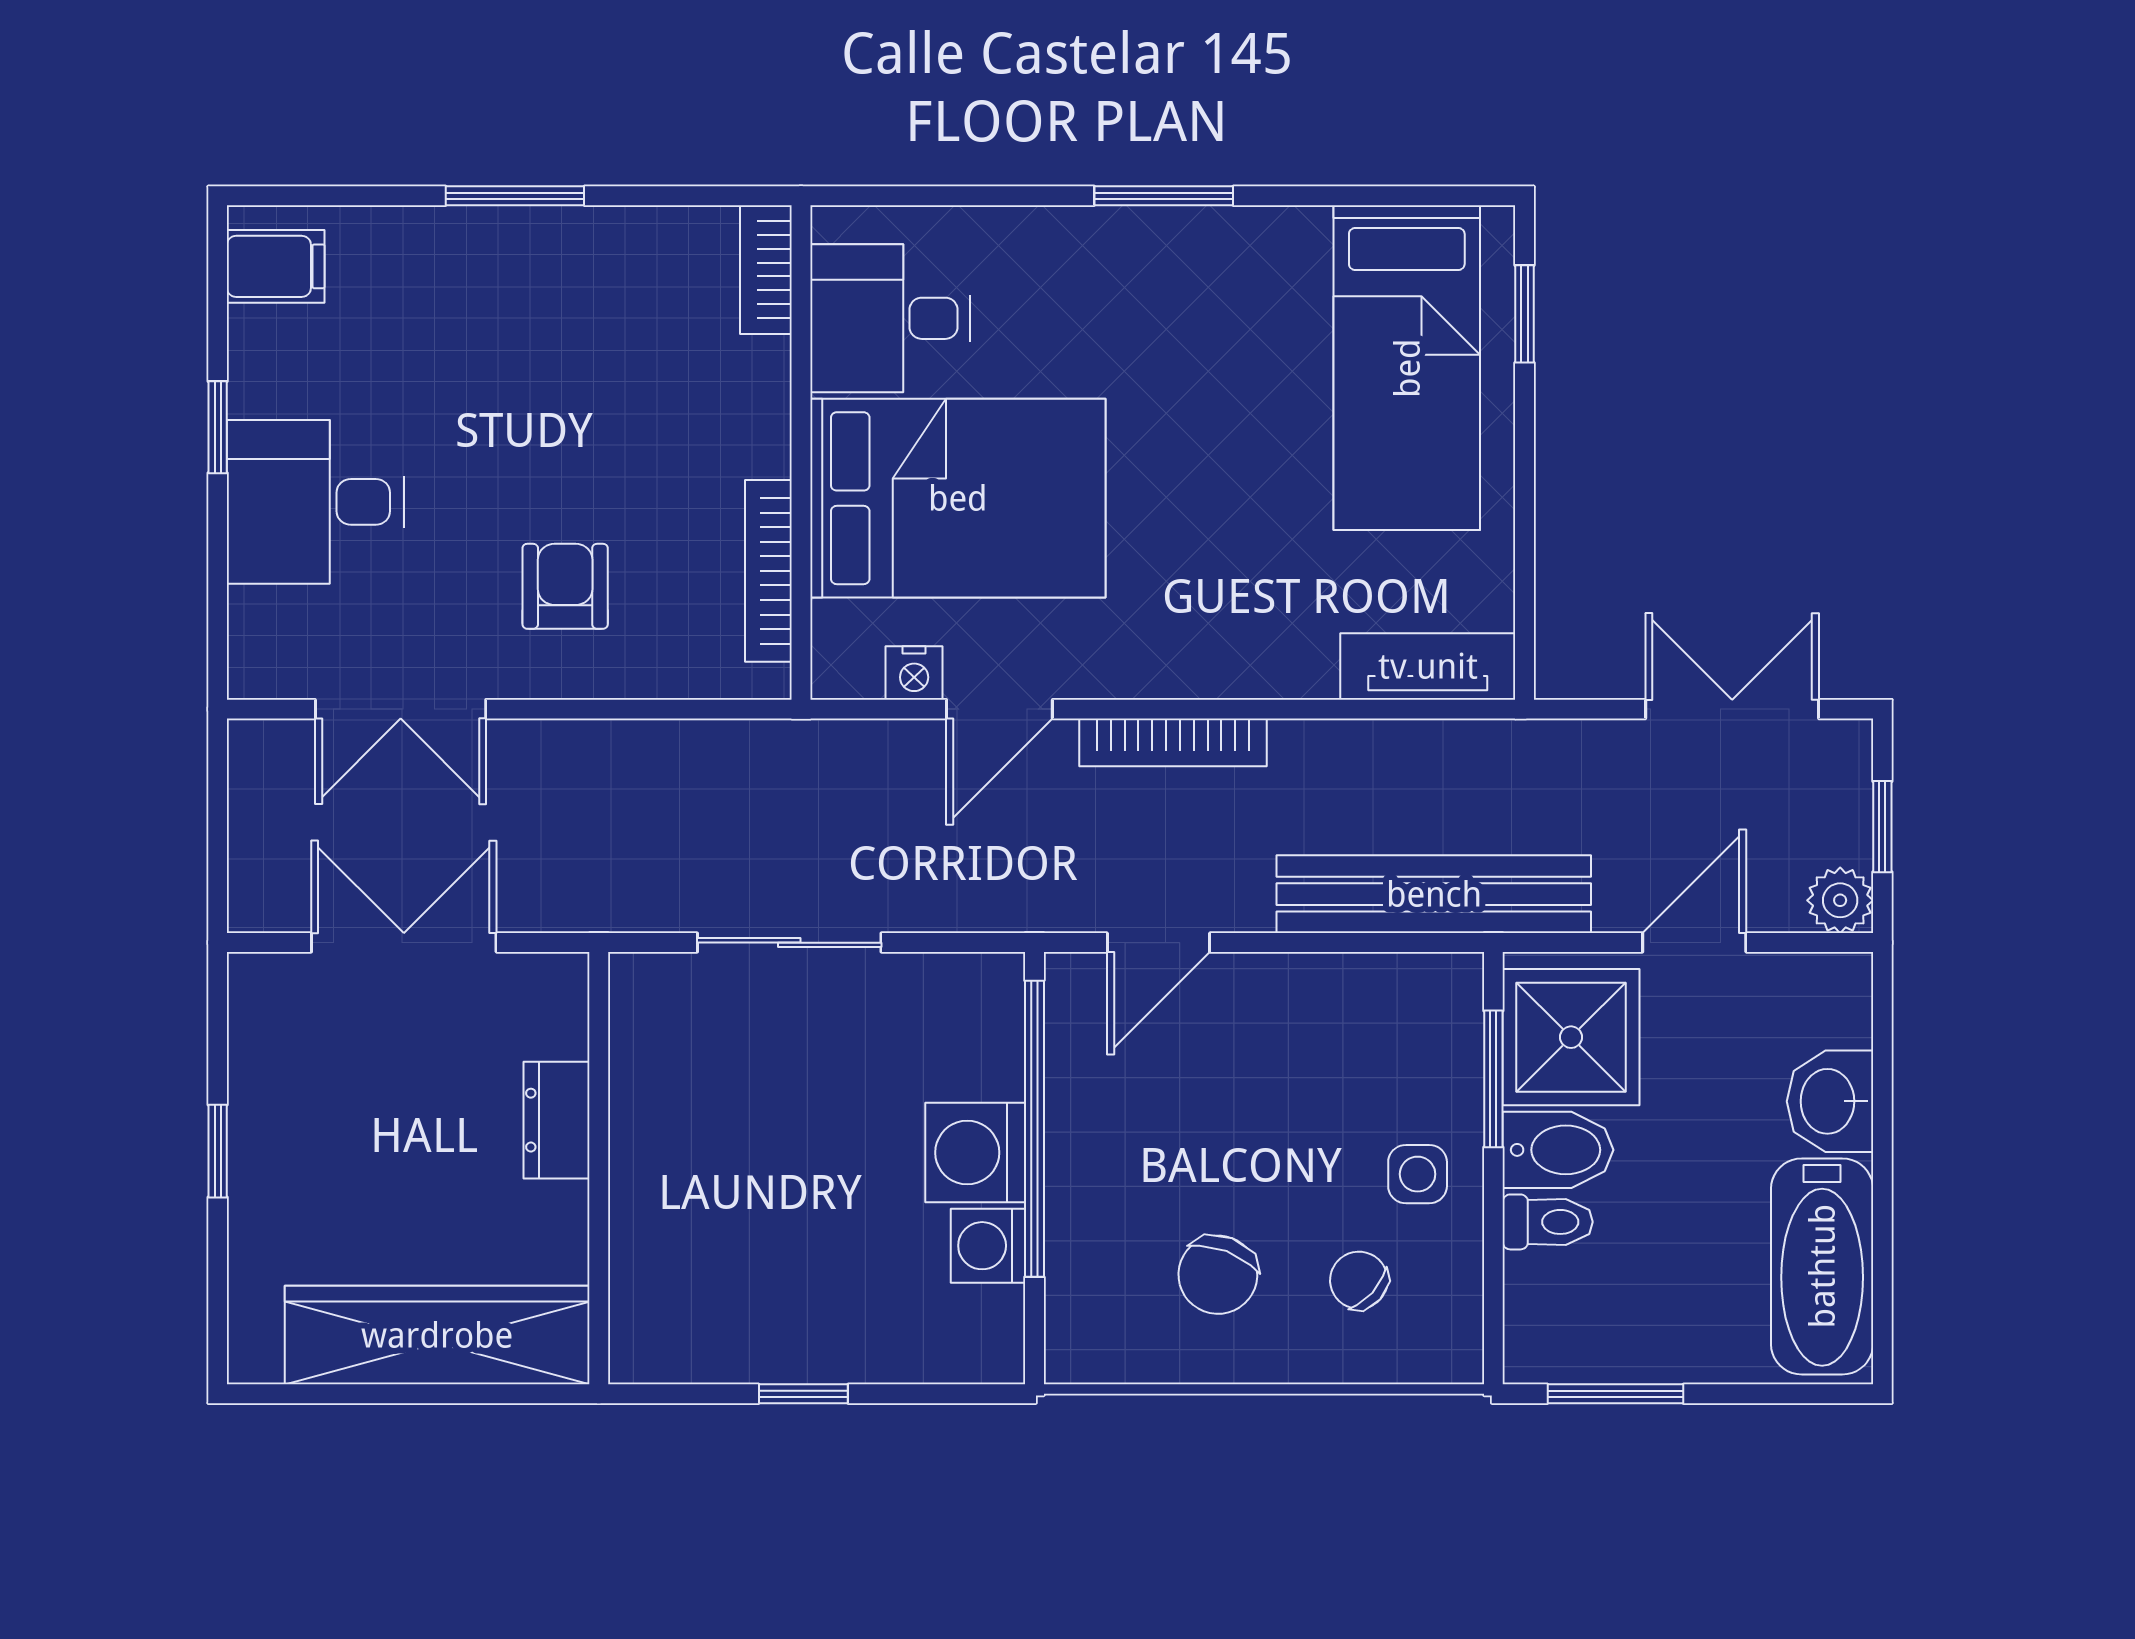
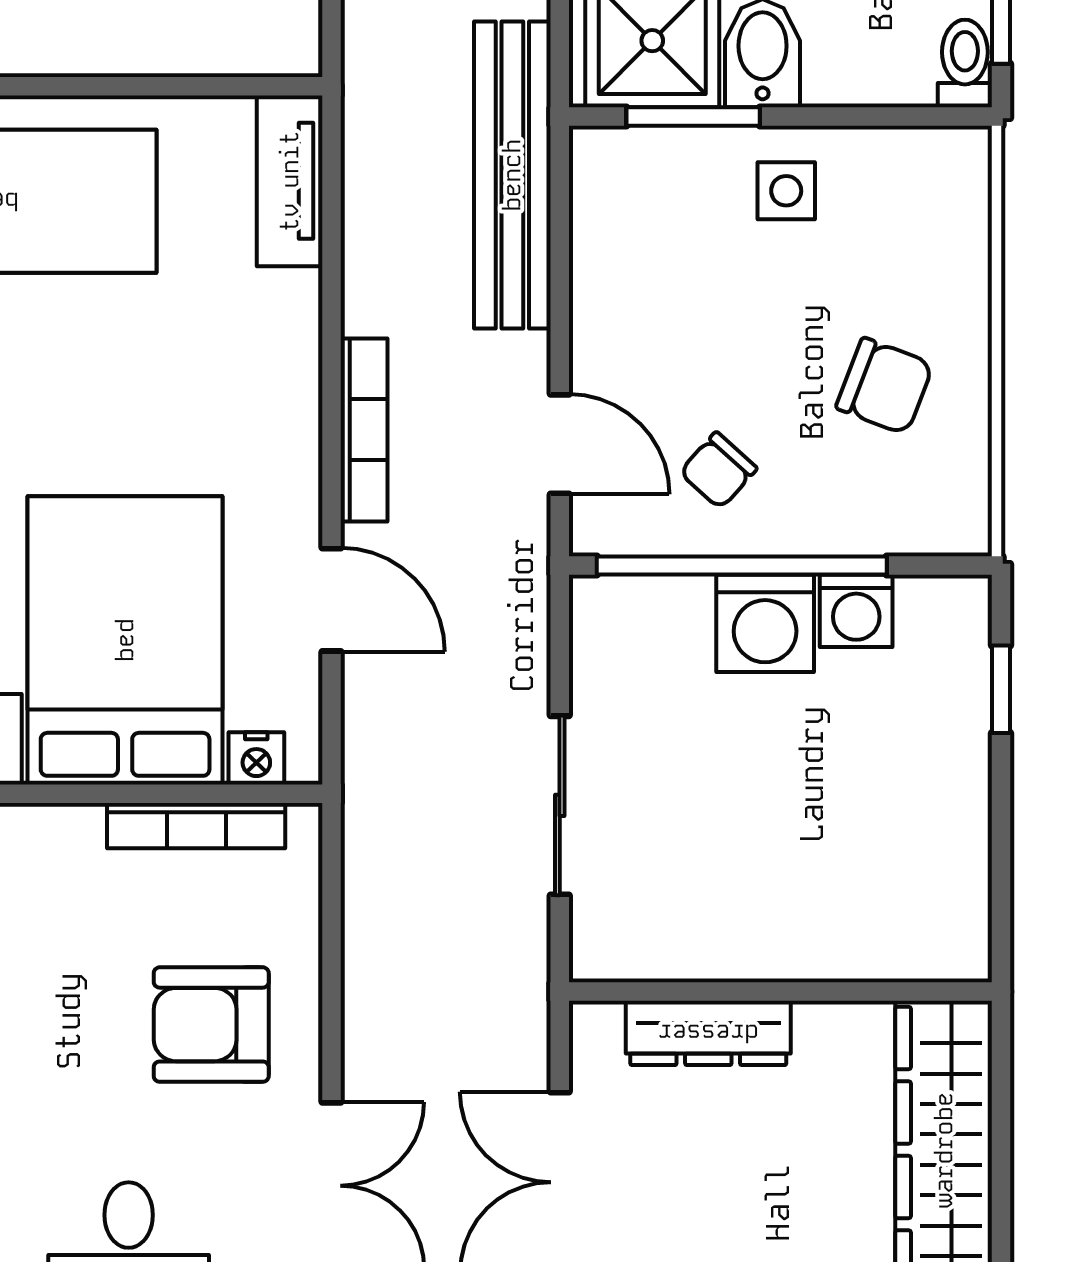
armchair: (565, 586) -> (211, 1025), width x1.38, depth x1.38
nightstand: (914, 673) -> (256, 758), moved, turned 90
dresser: (557, 1120) -> (708, 1033), width x1.44
toilet: (1548, 1222) -> (965, 63), moved
chair: (1359, 1280) -> (718, 470), moved
window: (803, 1394) -> (1001, 689), moved

